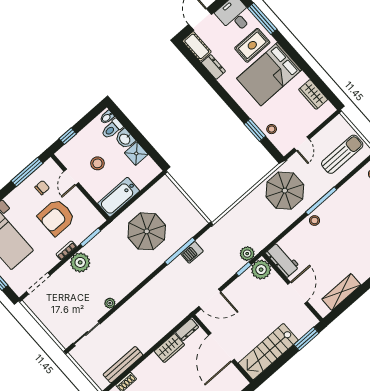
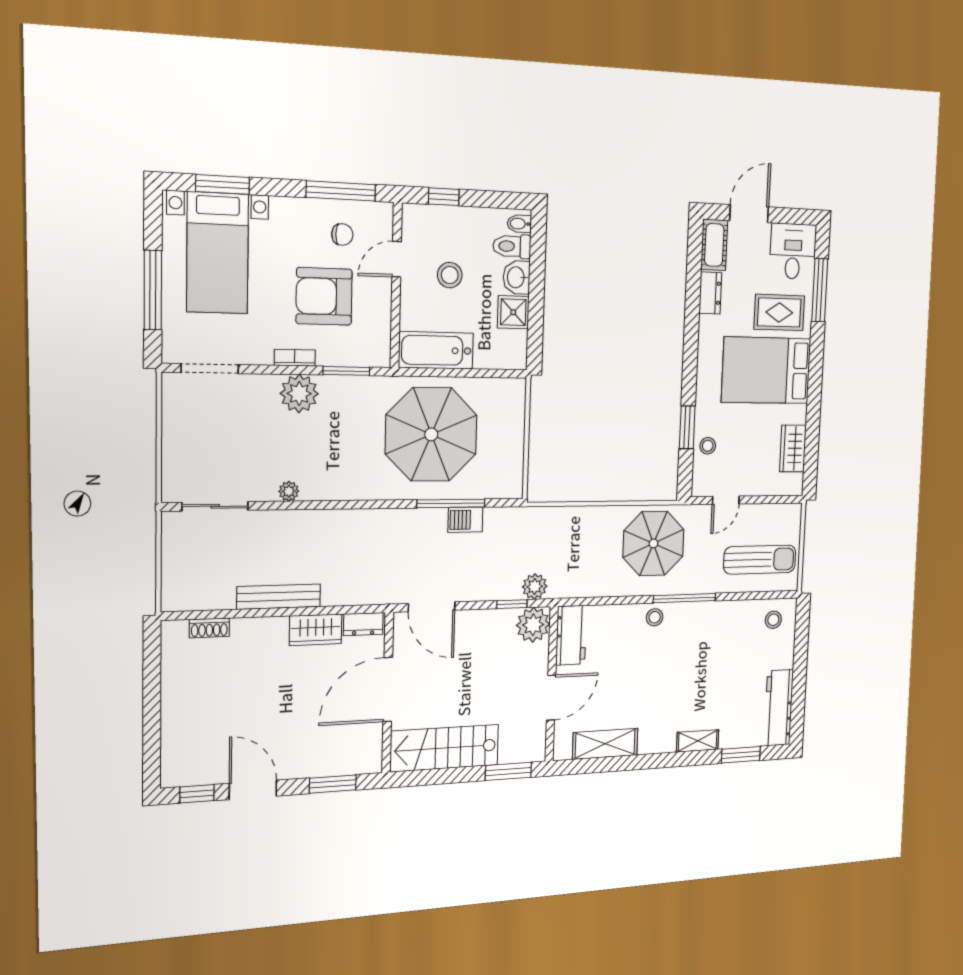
parasol: (147, 231) -> (431, 434), width x1.36, depth x1.36
bench: (123, 365) -> (279, 597), moved

